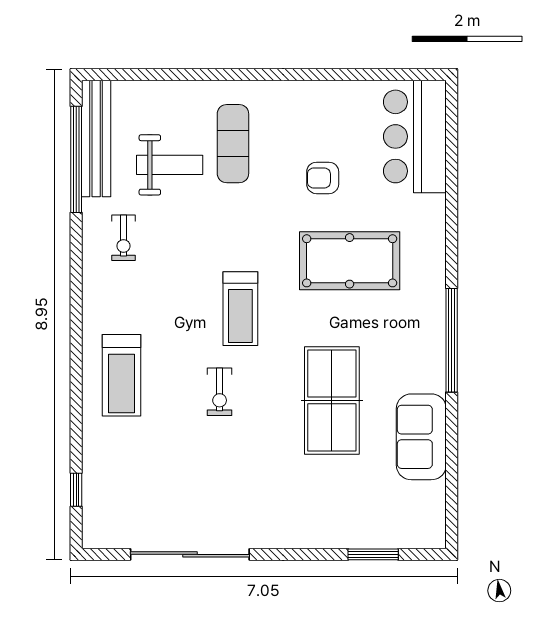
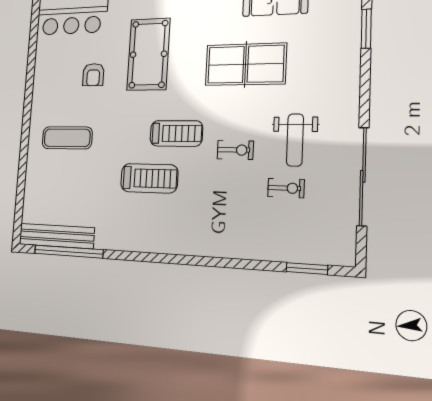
weight bench: (170, 165) -> (295, 140), moved, turned 180
exercise bike: (123, 238) -> (286, 188), moved
treadmill: (122, 375) -> (149, 178), moved
window: (76, 490) -> (307, 268), width x1.50

